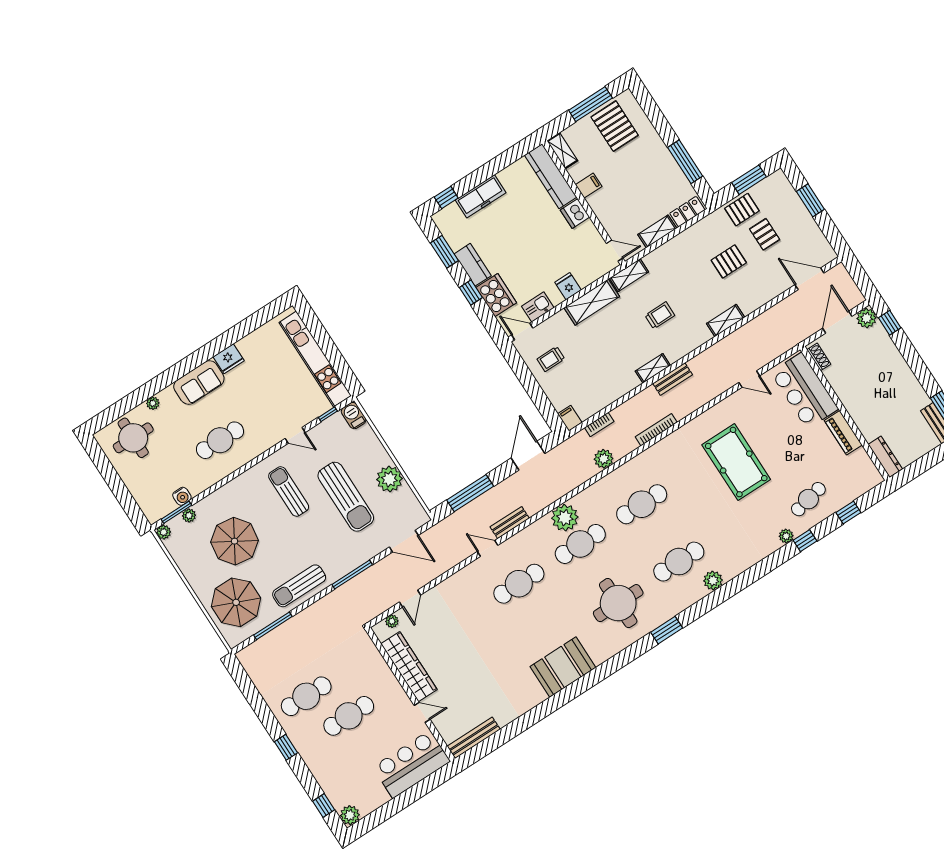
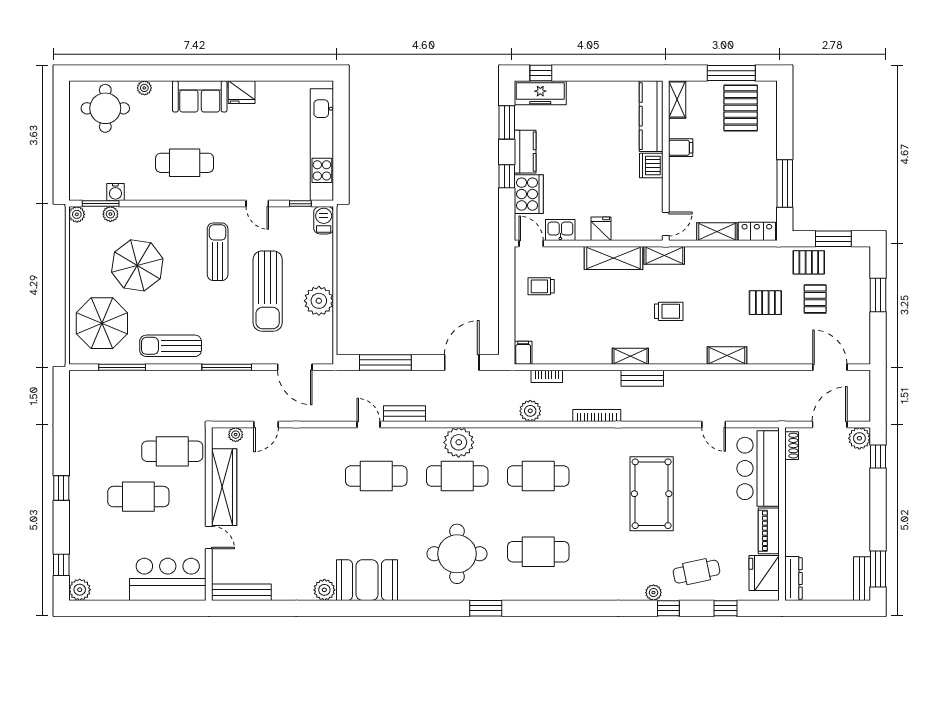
freezer: (481, 196) -> (540, 93), moved
door: (615, 251) -> (666, 224), hinge flipped
fridge: (860, 467) -> (764, 573), added
plant: (713, 580) -> (324, 590), moved
cafe table: (306, 696) -> (172, 451), moved

